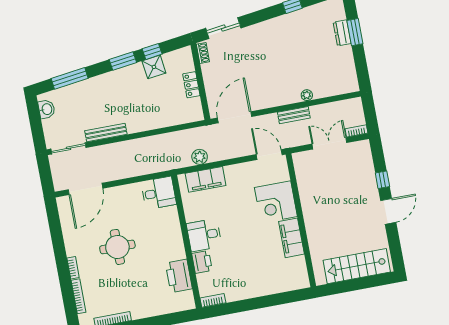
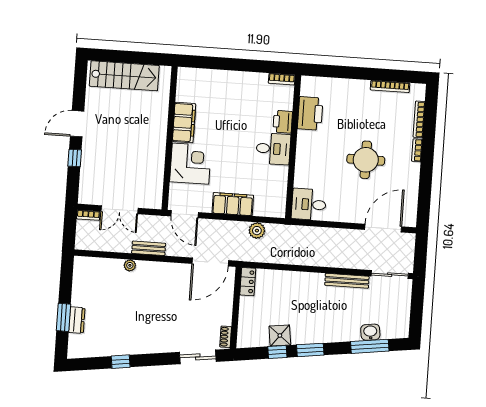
locker: (191, 85) -> (248, 282), moved
washbasin: (47, 109) -> (370, 332), moved, turned 82
filing cabinet: (206, 179) -> (233, 204), moved

